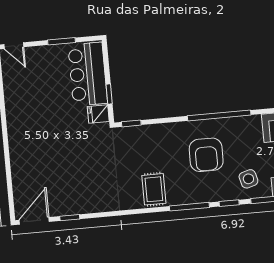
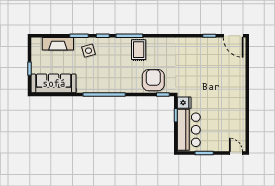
armchair: (206, 155) -> (153, 80), moved
rug: (154, 189) -> (139, 50), moved
door: (34, 221) -> (233, 36), hinge flipped

